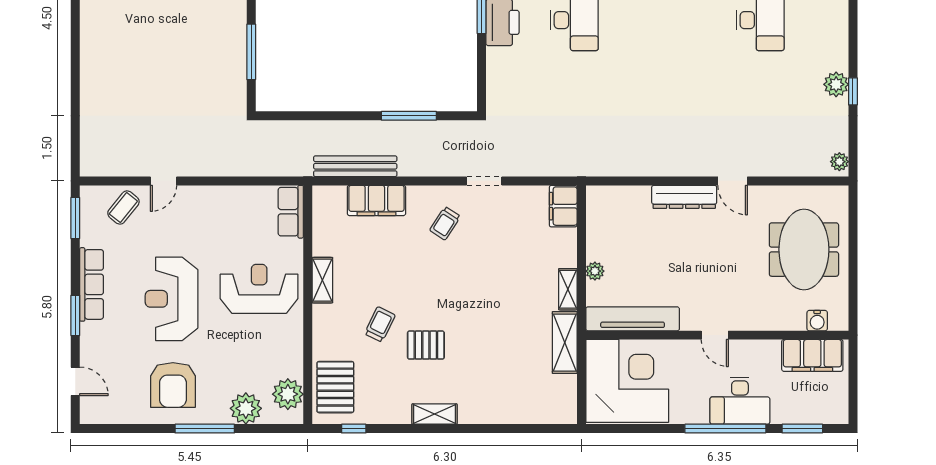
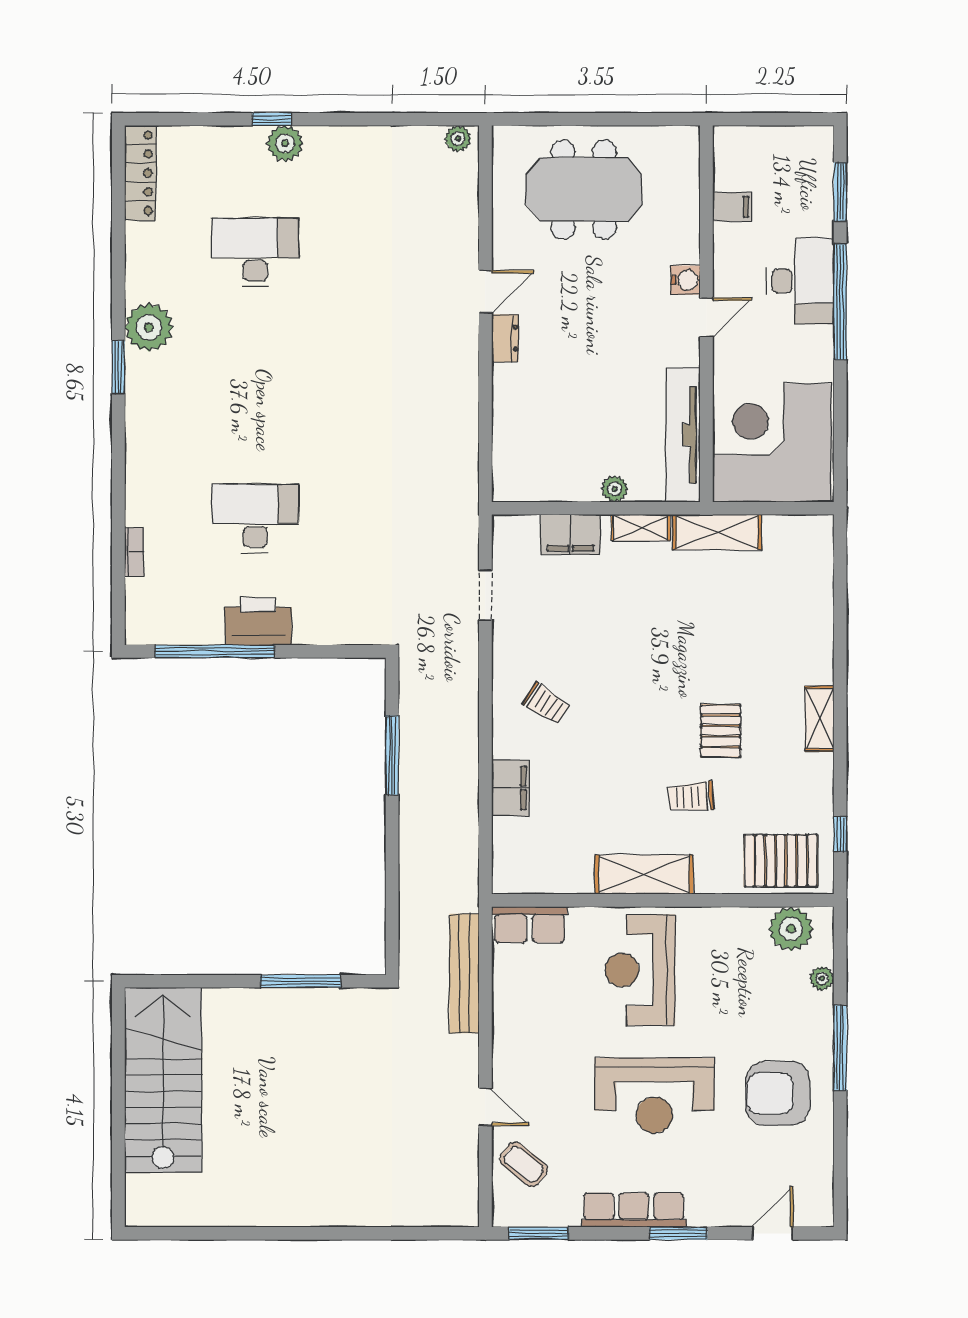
plant: (836, 84) -> (285, 143), moved
window: (853, 91) -> (272, 119), moved
bench: (355, 166) -> (464, 973), moved
doorway: (484, 181) -> (485, 595), moved
dresser: (684, 197) -> (505, 338), width x0.51, depth x0.80
filing cabinet: (376, 200) -> (510, 788), width x0.67, depth x0.86
filing cabinet: (563, 206) -> (570, 534), moved
shelving: (322, 280) -> (644, 875), width x1.50, depth x1.33
water cooler: (817, 321) -> (686, 280), moved
trolley: (380, 324) -> (691, 797), turned -30
filing cabinet: (812, 355) -> (732, 207), width x0.33, depth x0.86
armchair: (173, 385) -> (778, 1093), turned 180
plant: (246, 408) -> (822, 979), width x0.53, depth x0.53

